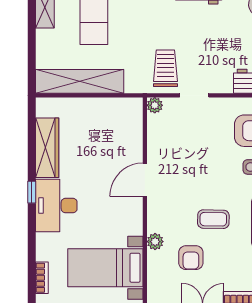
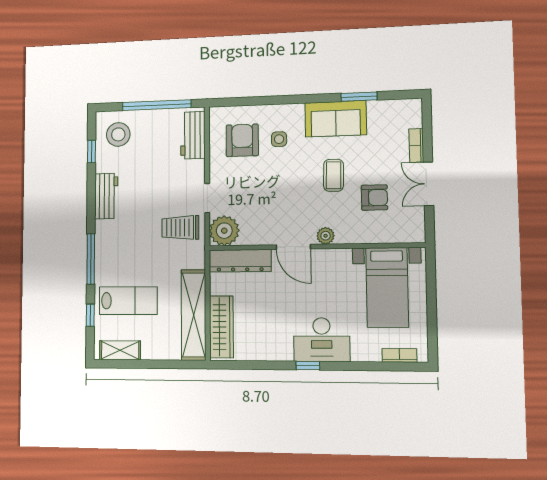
plant: (155, 105) -> (224, 231), width x1.88, depth x1.88
dresser: (132, 128) -> (240, 261), added
wardrobe: (47, 148) -> (221, 327), moved, turned 90
plant: (155, 242) -> (326, 236), moved

